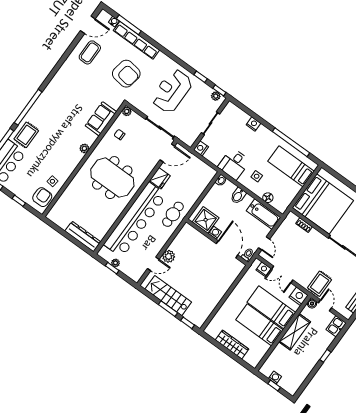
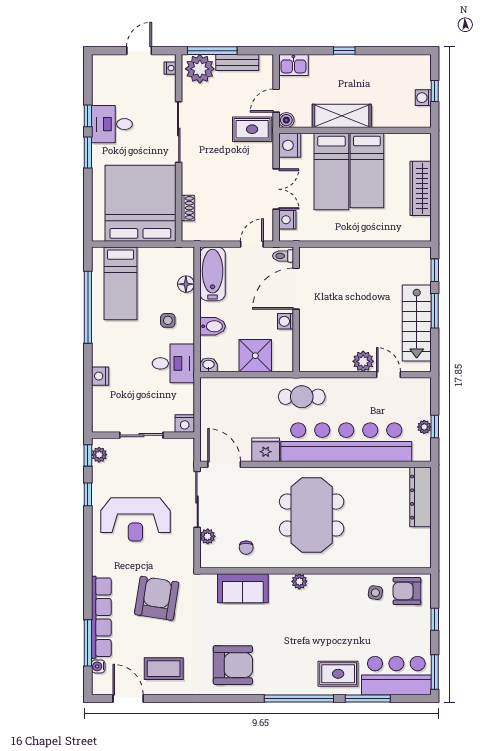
armchair: (67, 87) -> (233, 665), added
plant: (127, 111) -> (208, 536), moved
shower: (206, 220) -> (255, 356), moved

